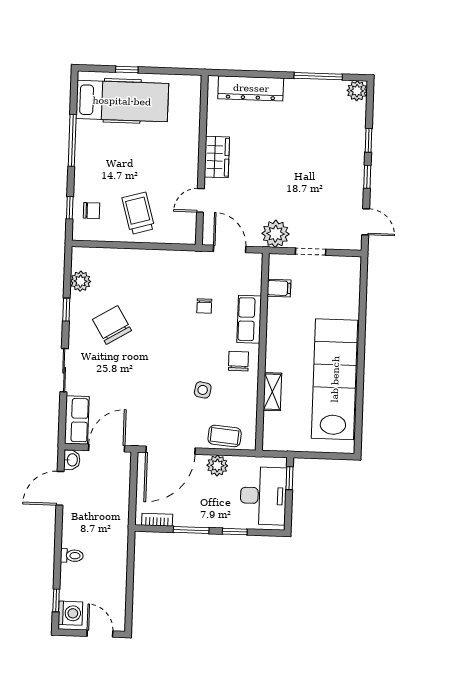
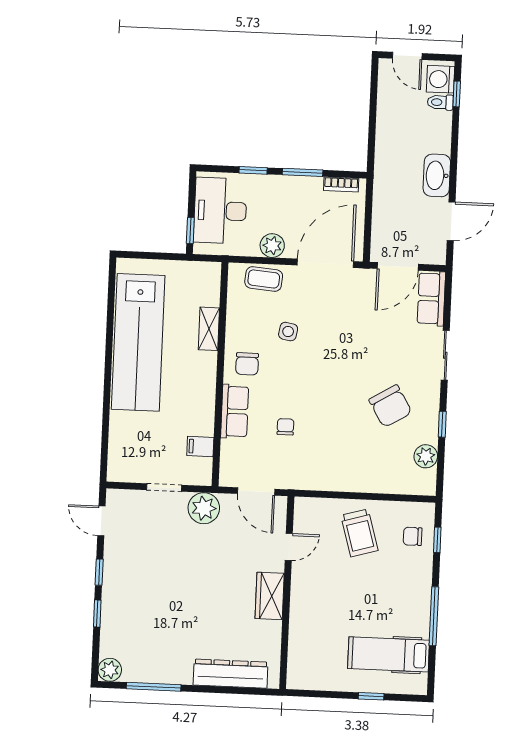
hospital bed: (122, 101) -> (389, 654), width x0.73, depth x0.78
washbasin: (72, 460) -> (437, 175), moved, width x1.91, depth x1.45
toilet: (72, 556) -> (440, 102), moved

